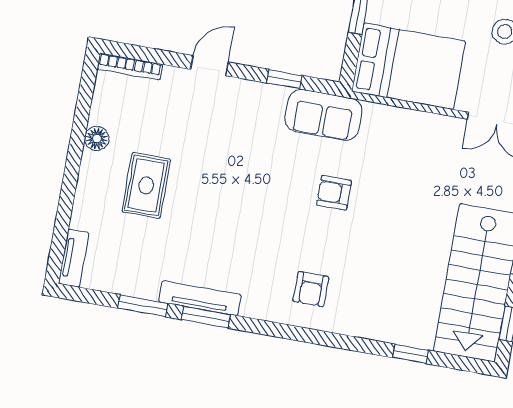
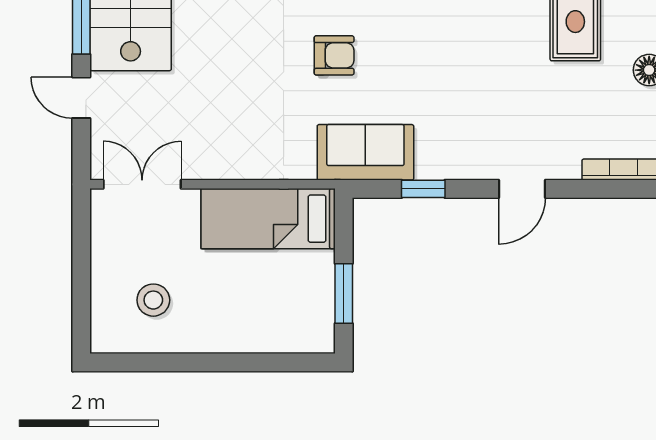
bed: (409, 66) -> (268, 219), width x0.67

